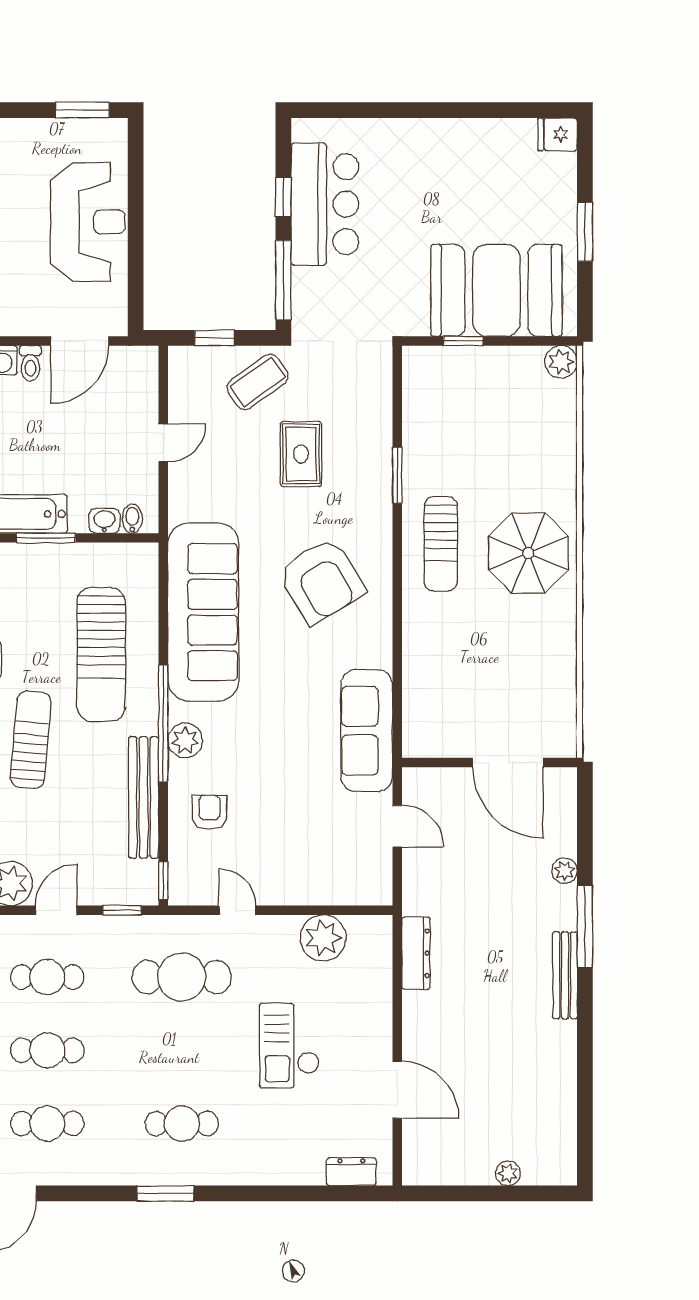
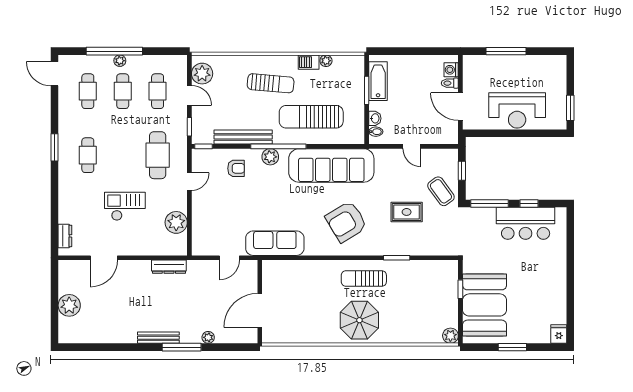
plant: (508, 1173) -> (69, 305), width x1.88, depth x1.88

